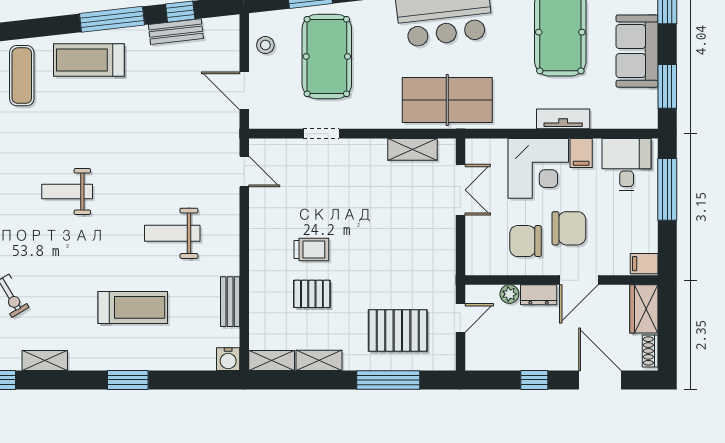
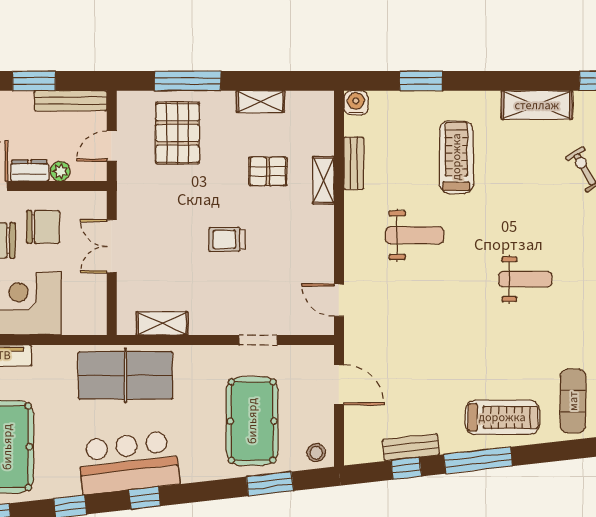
stool: (265, 45) -> (316, 453), moved
double door: (460, 190) -> (112, 246), moved
trolley: (311, 250) -> (227, 239), moved
treadmill: (133, 307) -> (456, 157), turned 90
pallet: (398, 330) -> (178, 133), turned 90
shelving: (272, 360) -> (323, 180), moved, turned 90
shelving: (45, 361) -> (537, 105), width x1.50, depth x1.33
bench: (500, 361) -> (71, 101), added
window: (128, 380) -> (421, 81), moved
window: (534, 380) -> (34, 81), width x1.50

